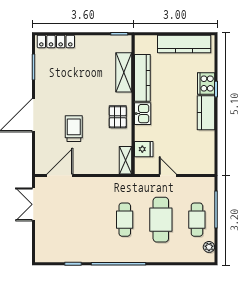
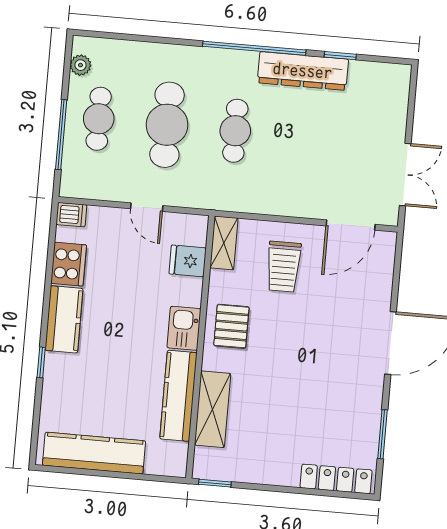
cooker: (206, 84) -> (69, 264), moved
trolley: (74, 129) -> (283, 267), moved
dishwasher: (207, 168) -> (71, 215), added
dresser: (92, 254) -> (303, 71), added

